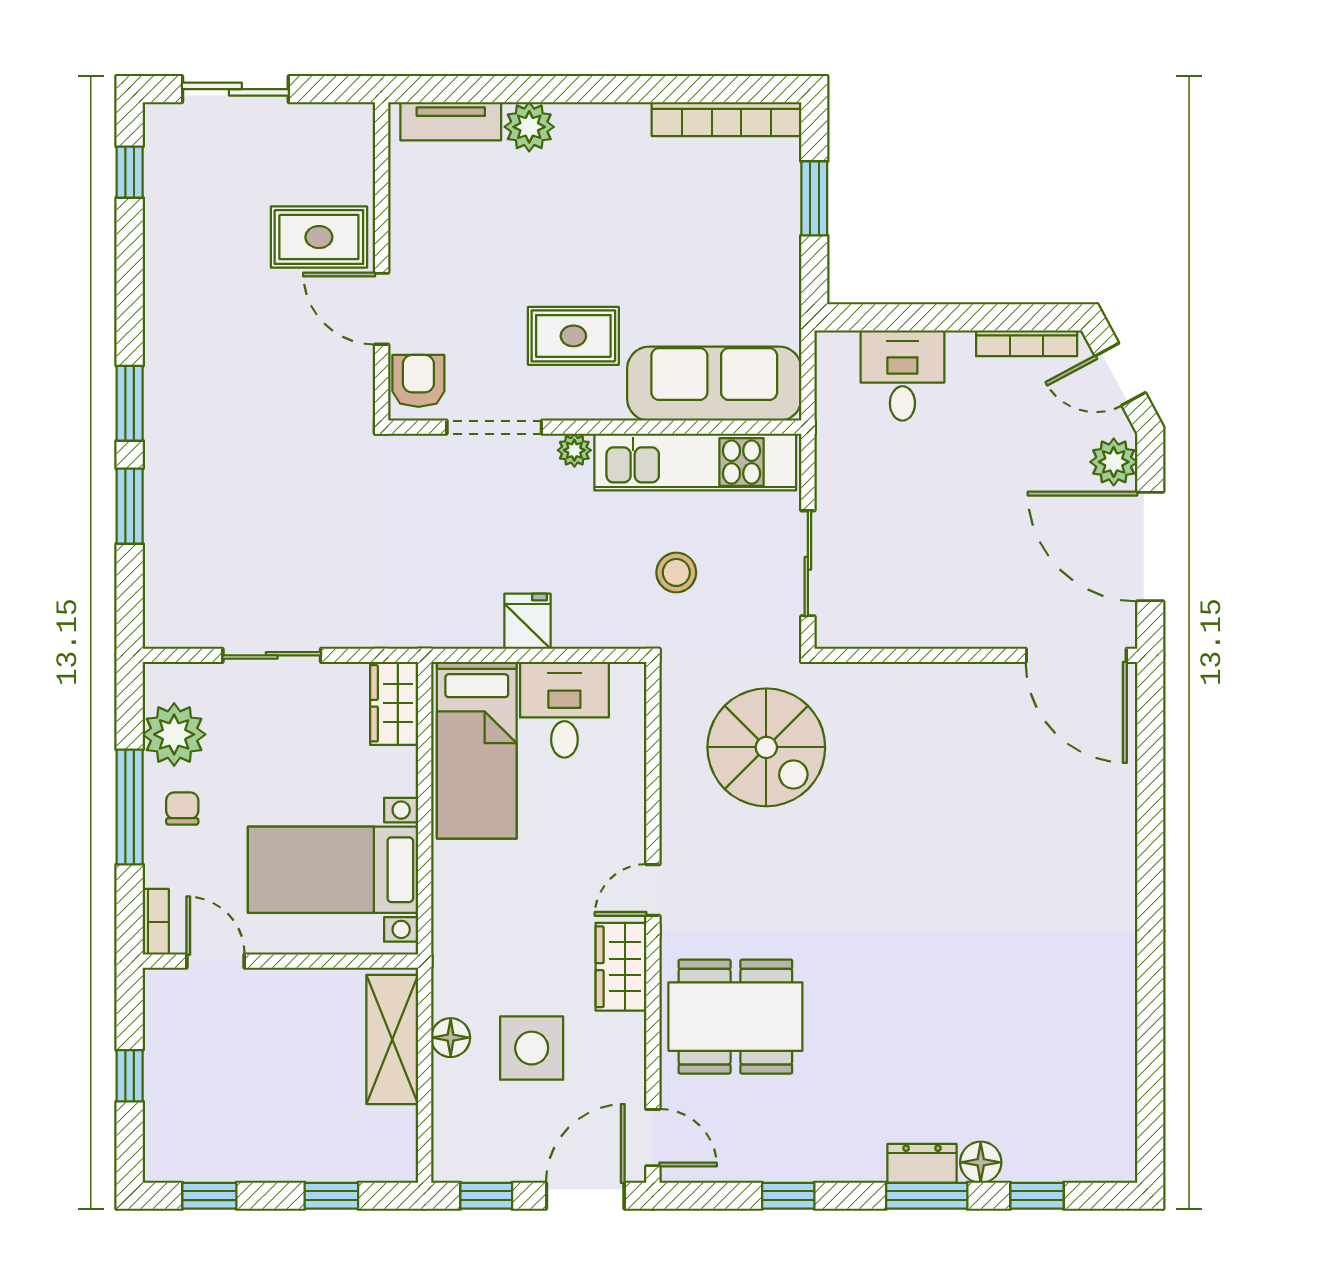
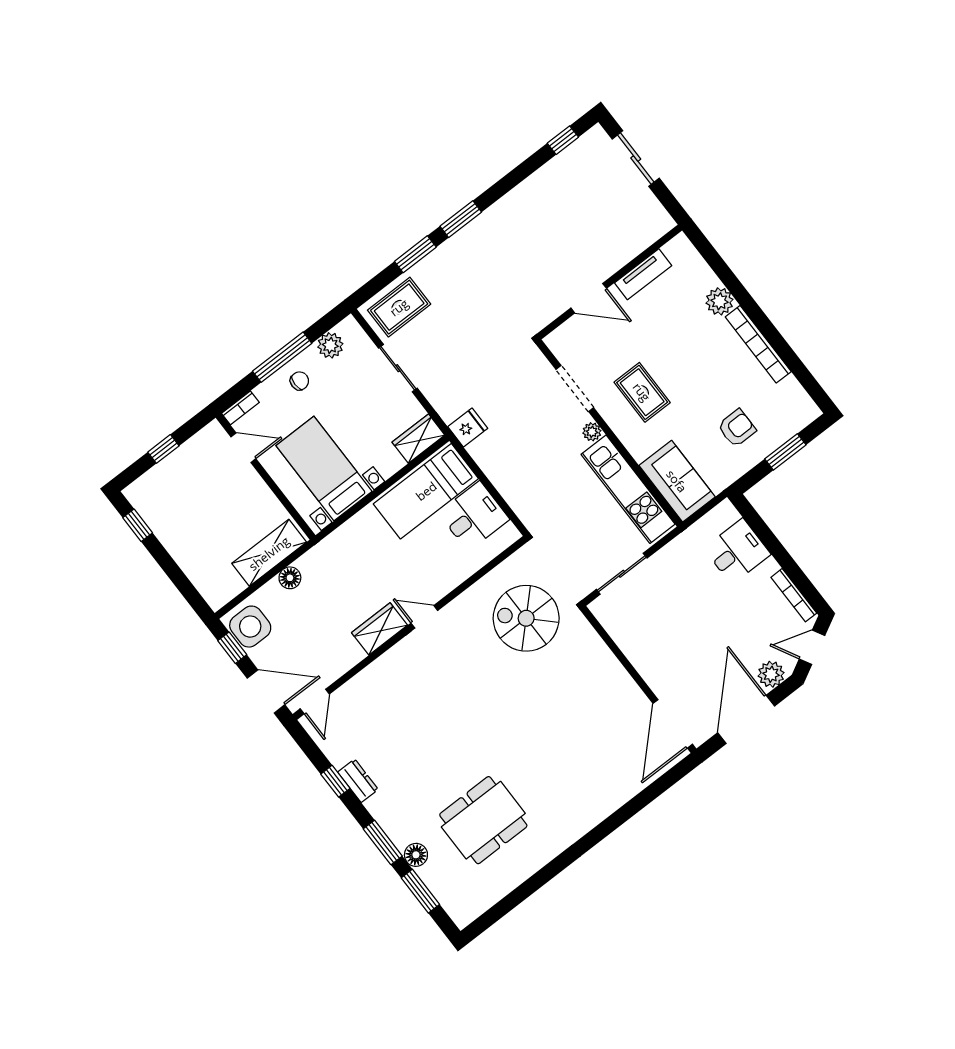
bookcase: (727, 119) -> (758, 344), moved
tv unit: (451, 121) -> (643, 274), moved, turned -90
rug: (319, 237) -> (399, 307), moved, turned 90
door: (382, 309) -> (589, 298), swing flipped
door: (1120, 374) -> (812, 647), hinge flipped
armchair: (418, 381) -> (737, 428), moved
sofa: (714, 384) -> (677, 481), width x0.73
stool: (676, 572) -> (573, 519), removed
fridge: (527, 621) -> (468, 428), moved
plant: (174, 734) -> (330, 345), width x0.73, depth x0.73
spiral stairs: (766, 747) -> (526, 618), turned 90
door: (215, 961) -> (243, 448), hinge flipped
dining table: (735, 1017) -> (483, 820), moved, turned 90
side table: (532, 1048) -> (250, 627), moved
dresser: (922, 1163) -> (358, 781), moved
window: (331, 1196) -> (179, 579), removed
window: (1037, 1196) -> (420, 891), width x1.50

